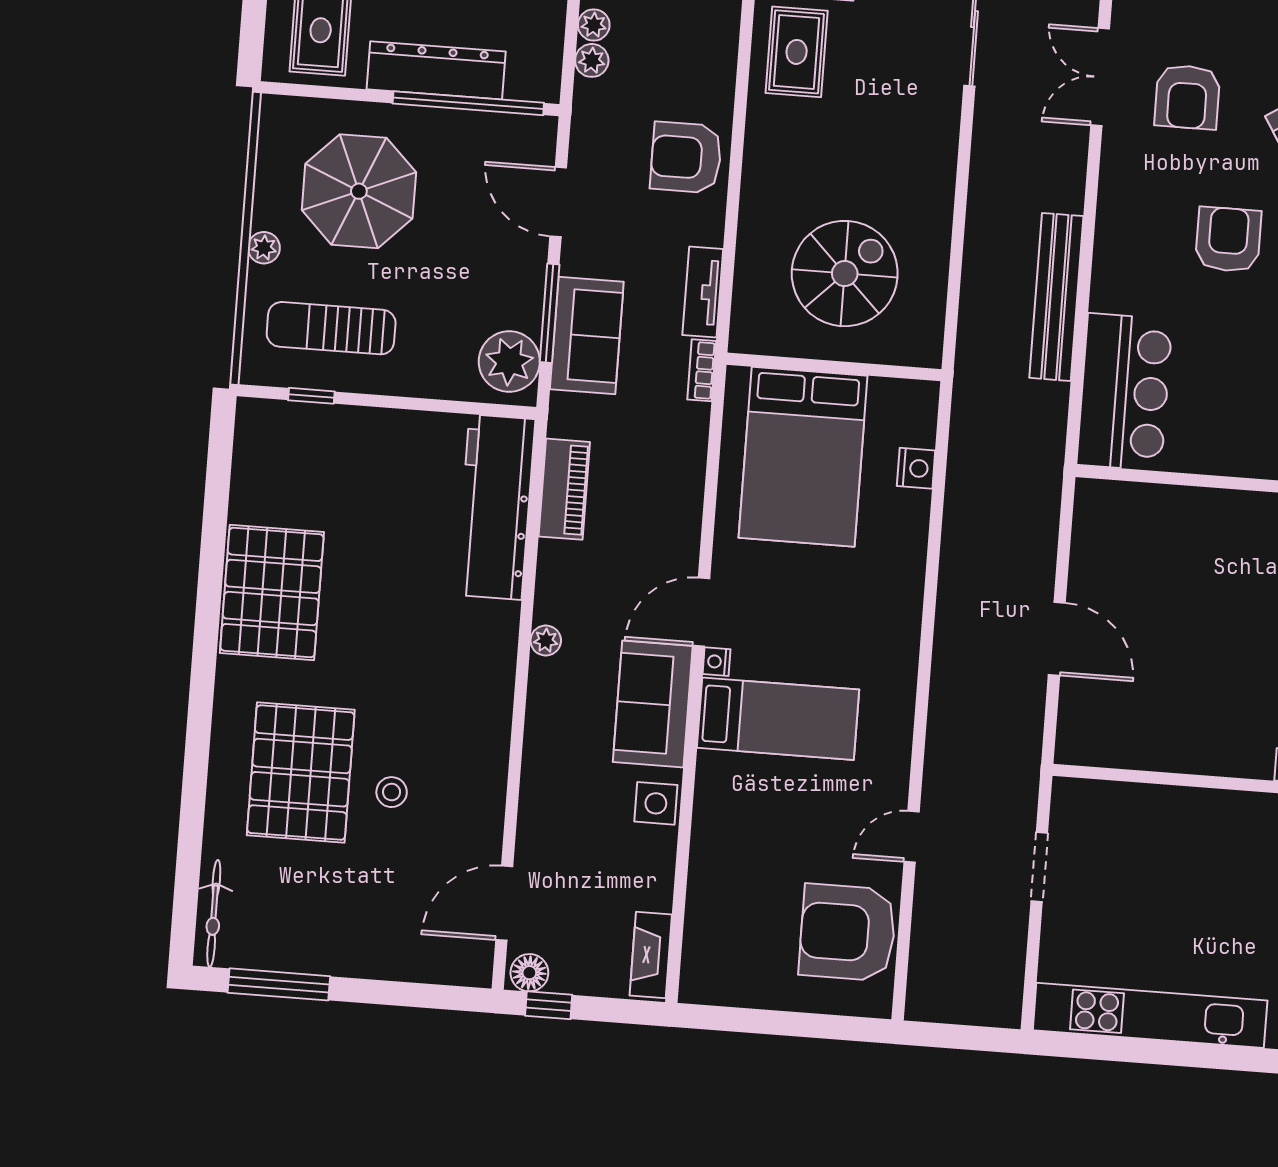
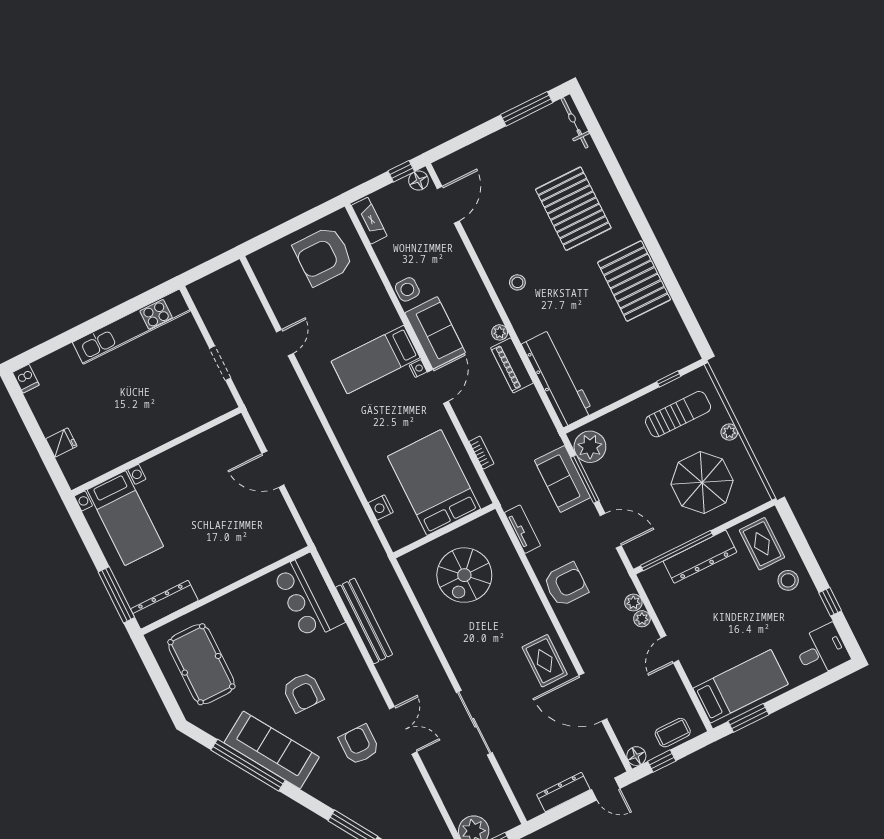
bookcase: (702, 370) -> (481, 453), moved
piano: (564, 489) -> (512, 365), moved
stool: (392, 792) -> (517, 282), moved
armchair: (848, 932) -> (323, 256), moved, turned 180

